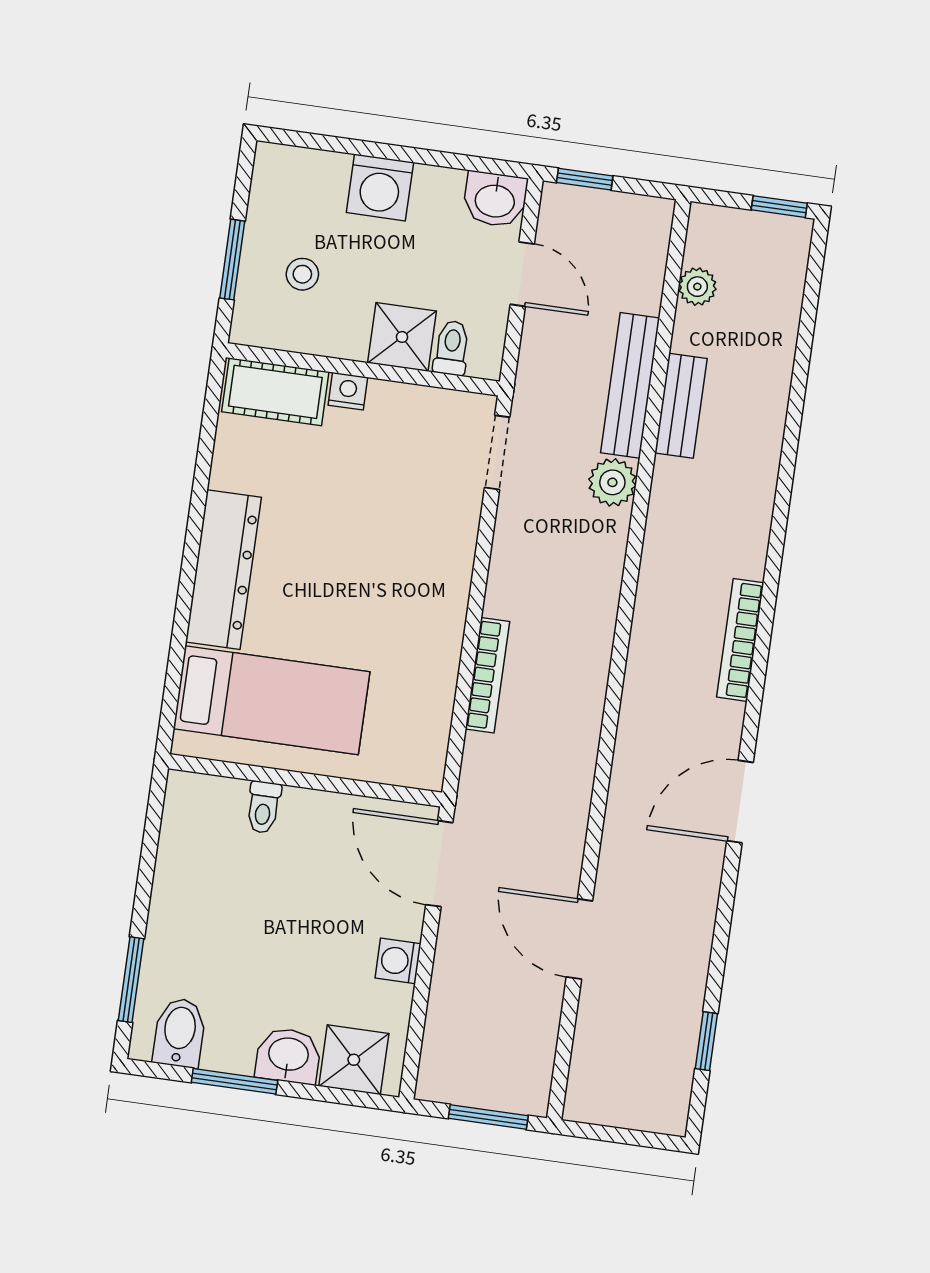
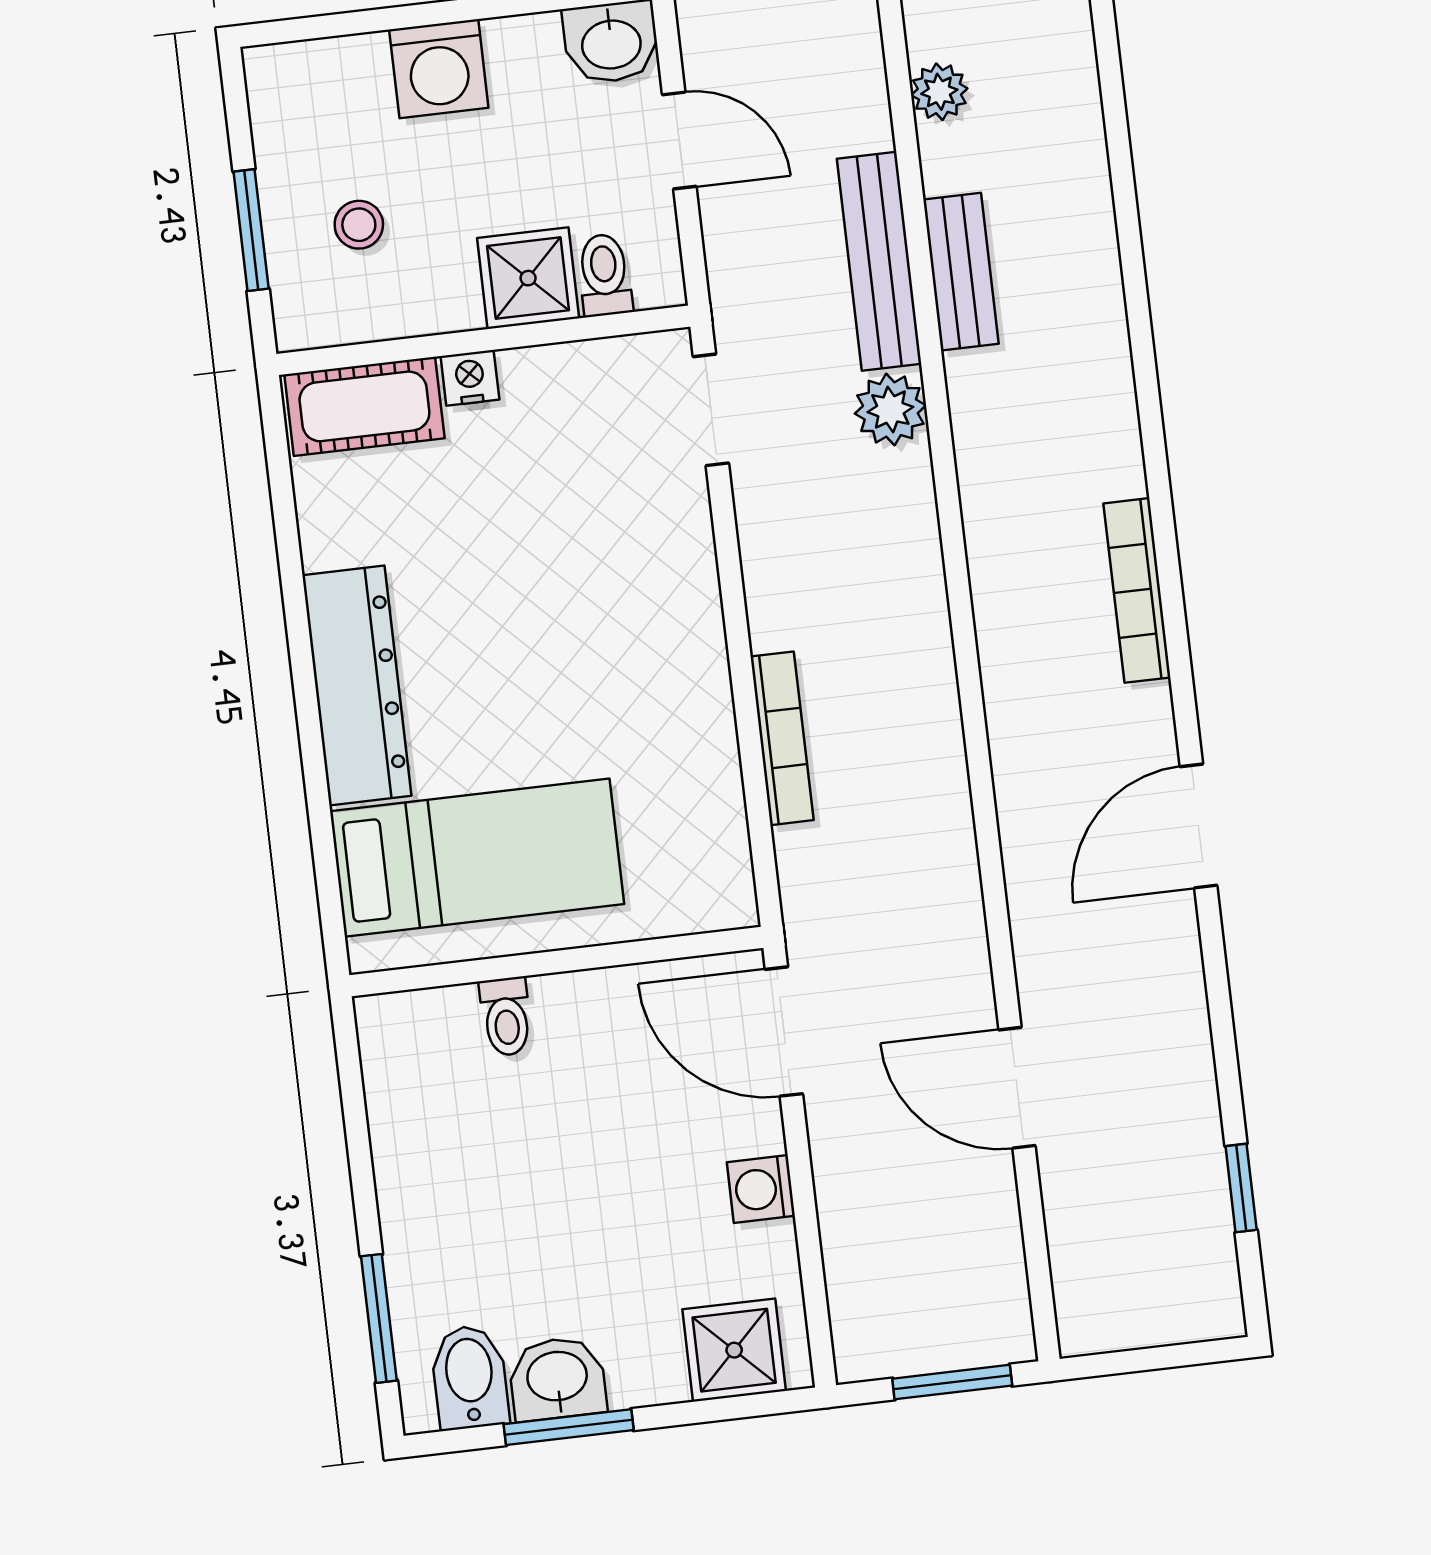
washbasin: (288, 1056) -> (557, 1378), moved

